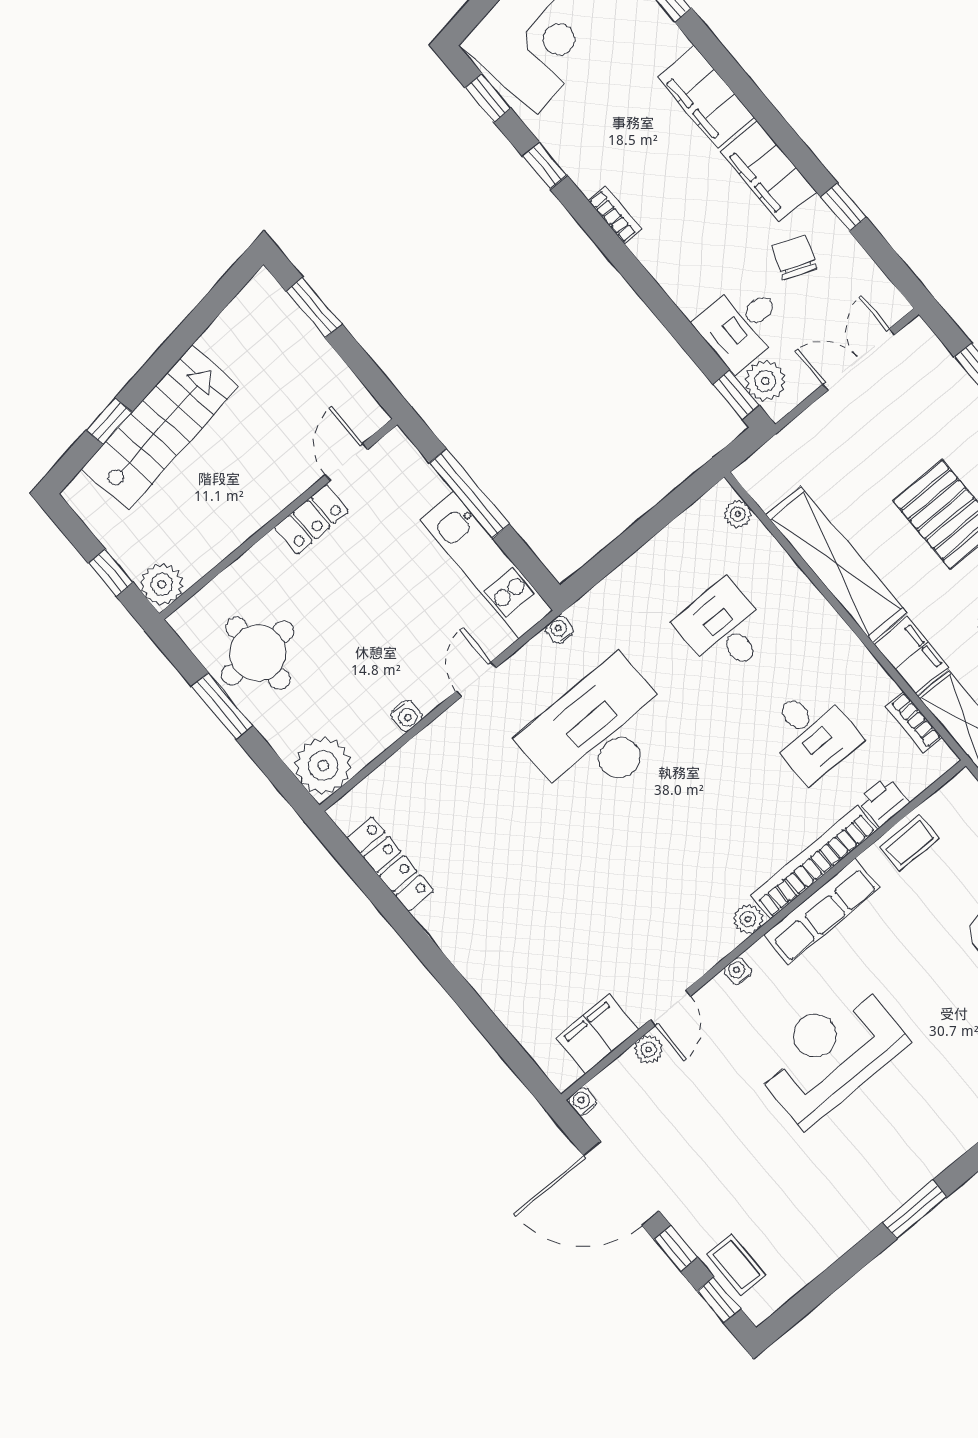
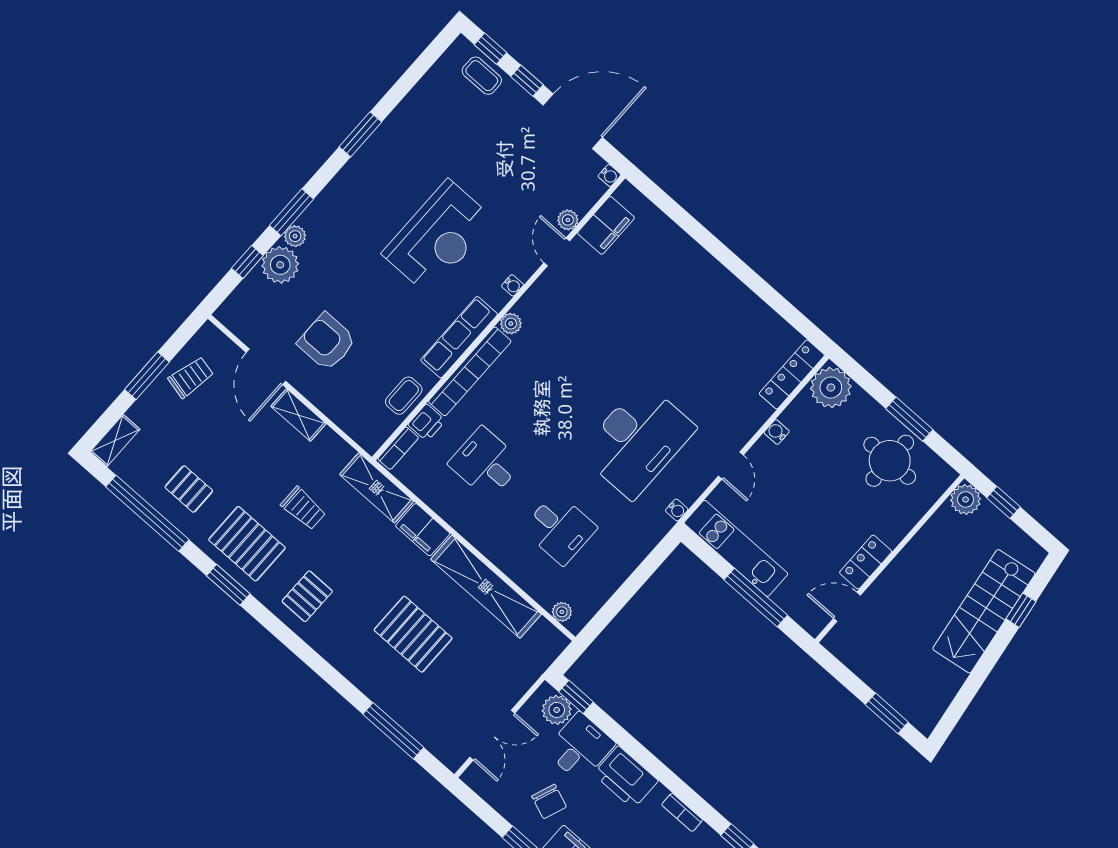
printer: (685, 274) -> (626, 777), added
door: (347, 462) -> (847, 607), swing flipped
bookcase: (914, 722) -> (398, 448), moved, turned 90
locker: (390, 864) -> (792, 374), moved, turned 90

